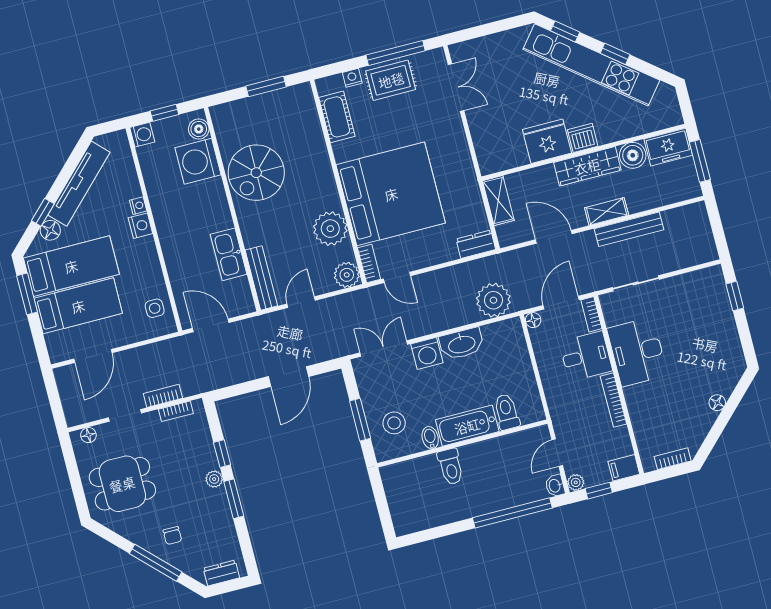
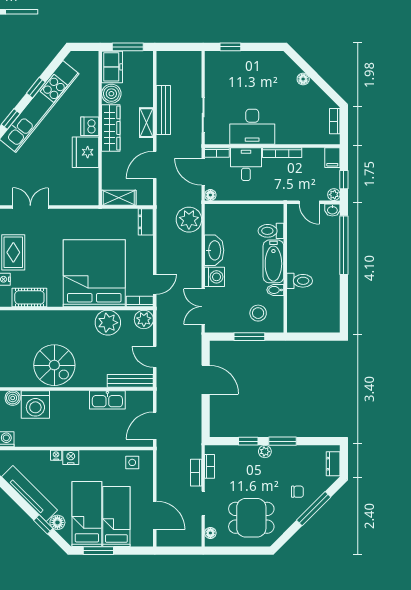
dining table: (122, 484) -> (251, 518), turned 90

